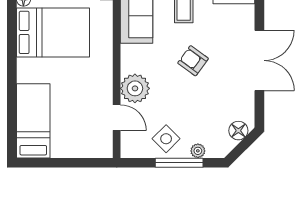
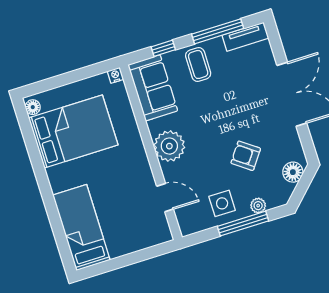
armchair: (193, 61) -> (246, 156), moved
plant: (135, 88) -> (169, 146), moved
side table: (166, 139) -> (222, 203), turned 45

